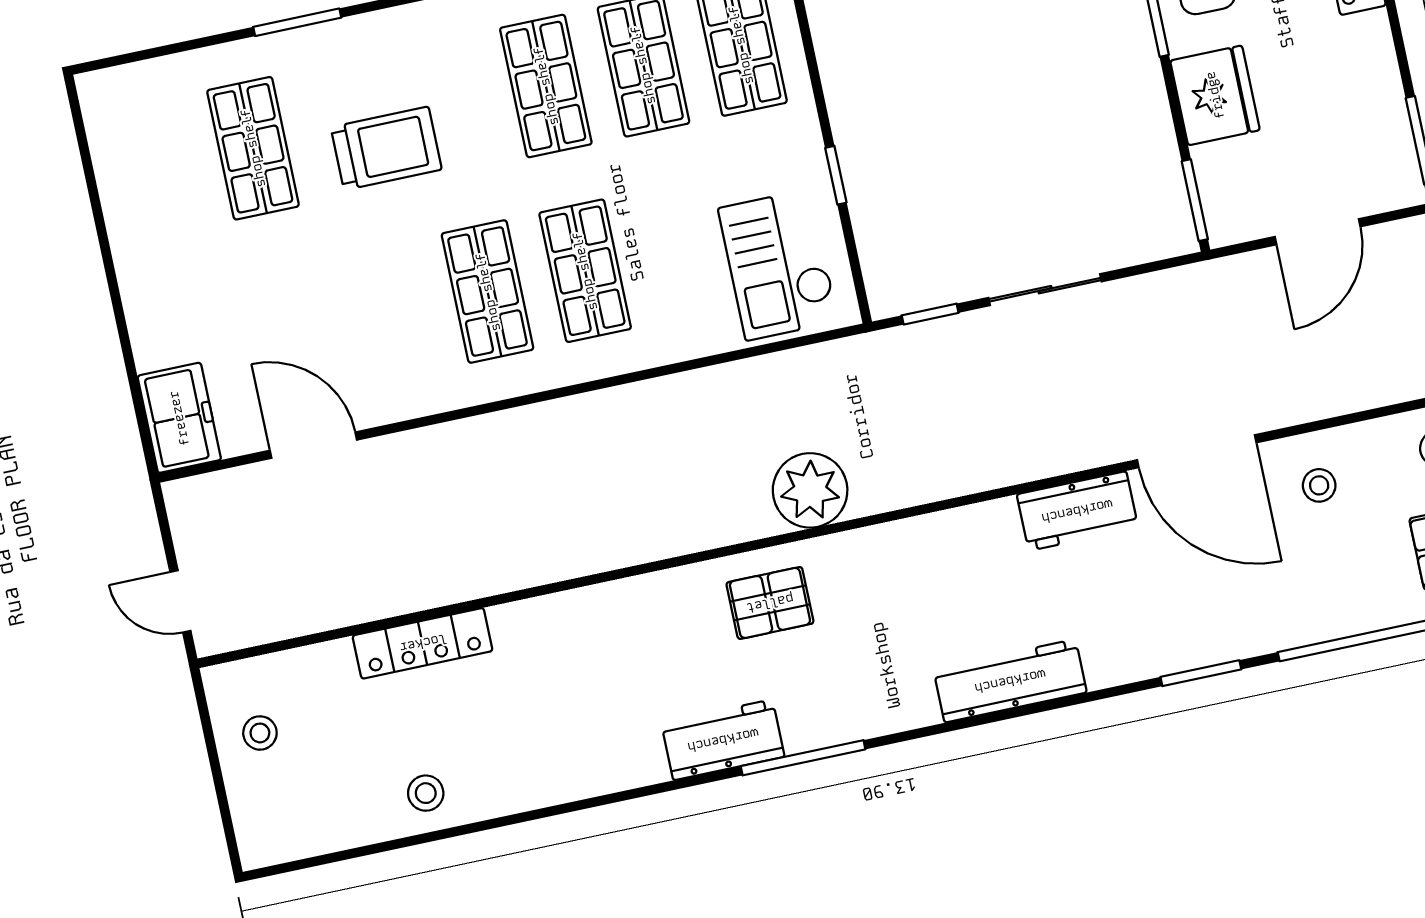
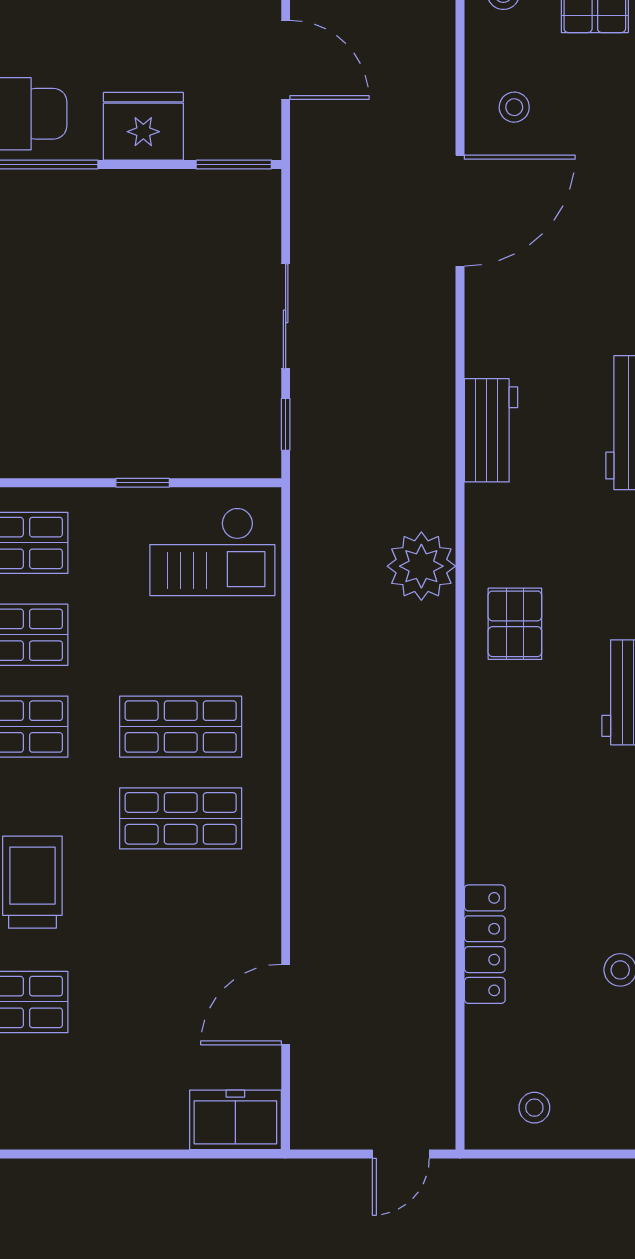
workbench: (1077, 511) -> (491, 430), moved

